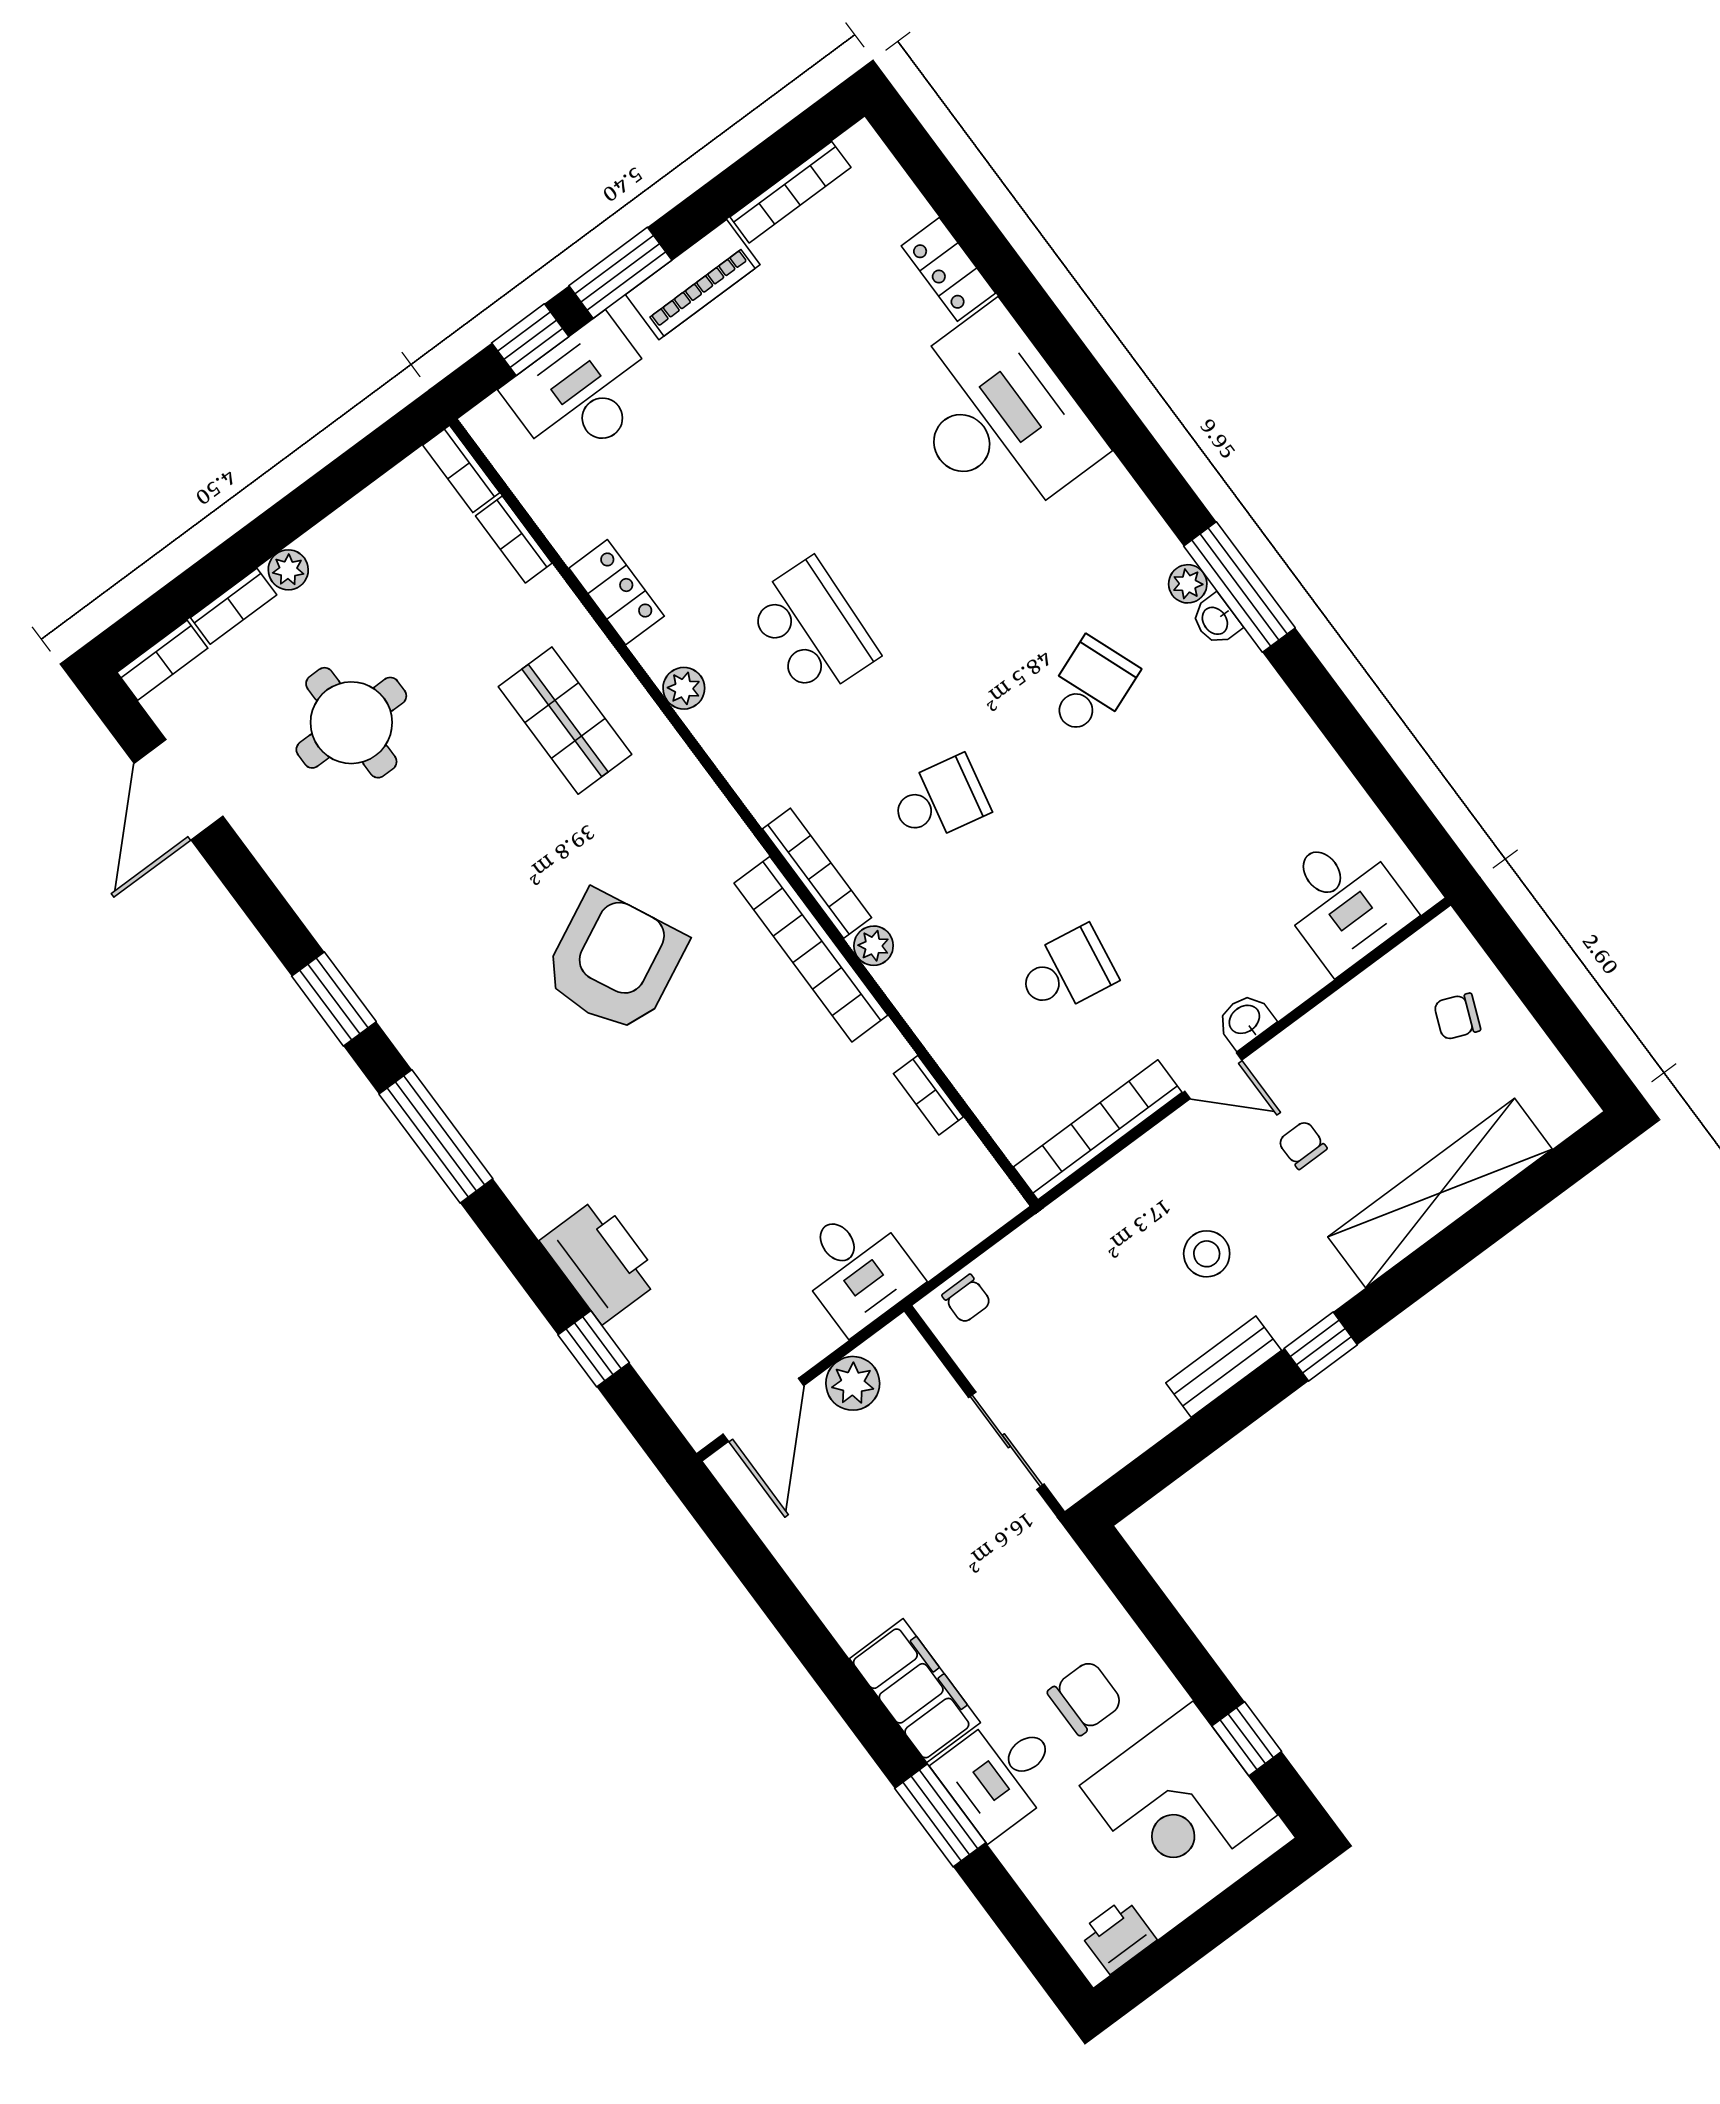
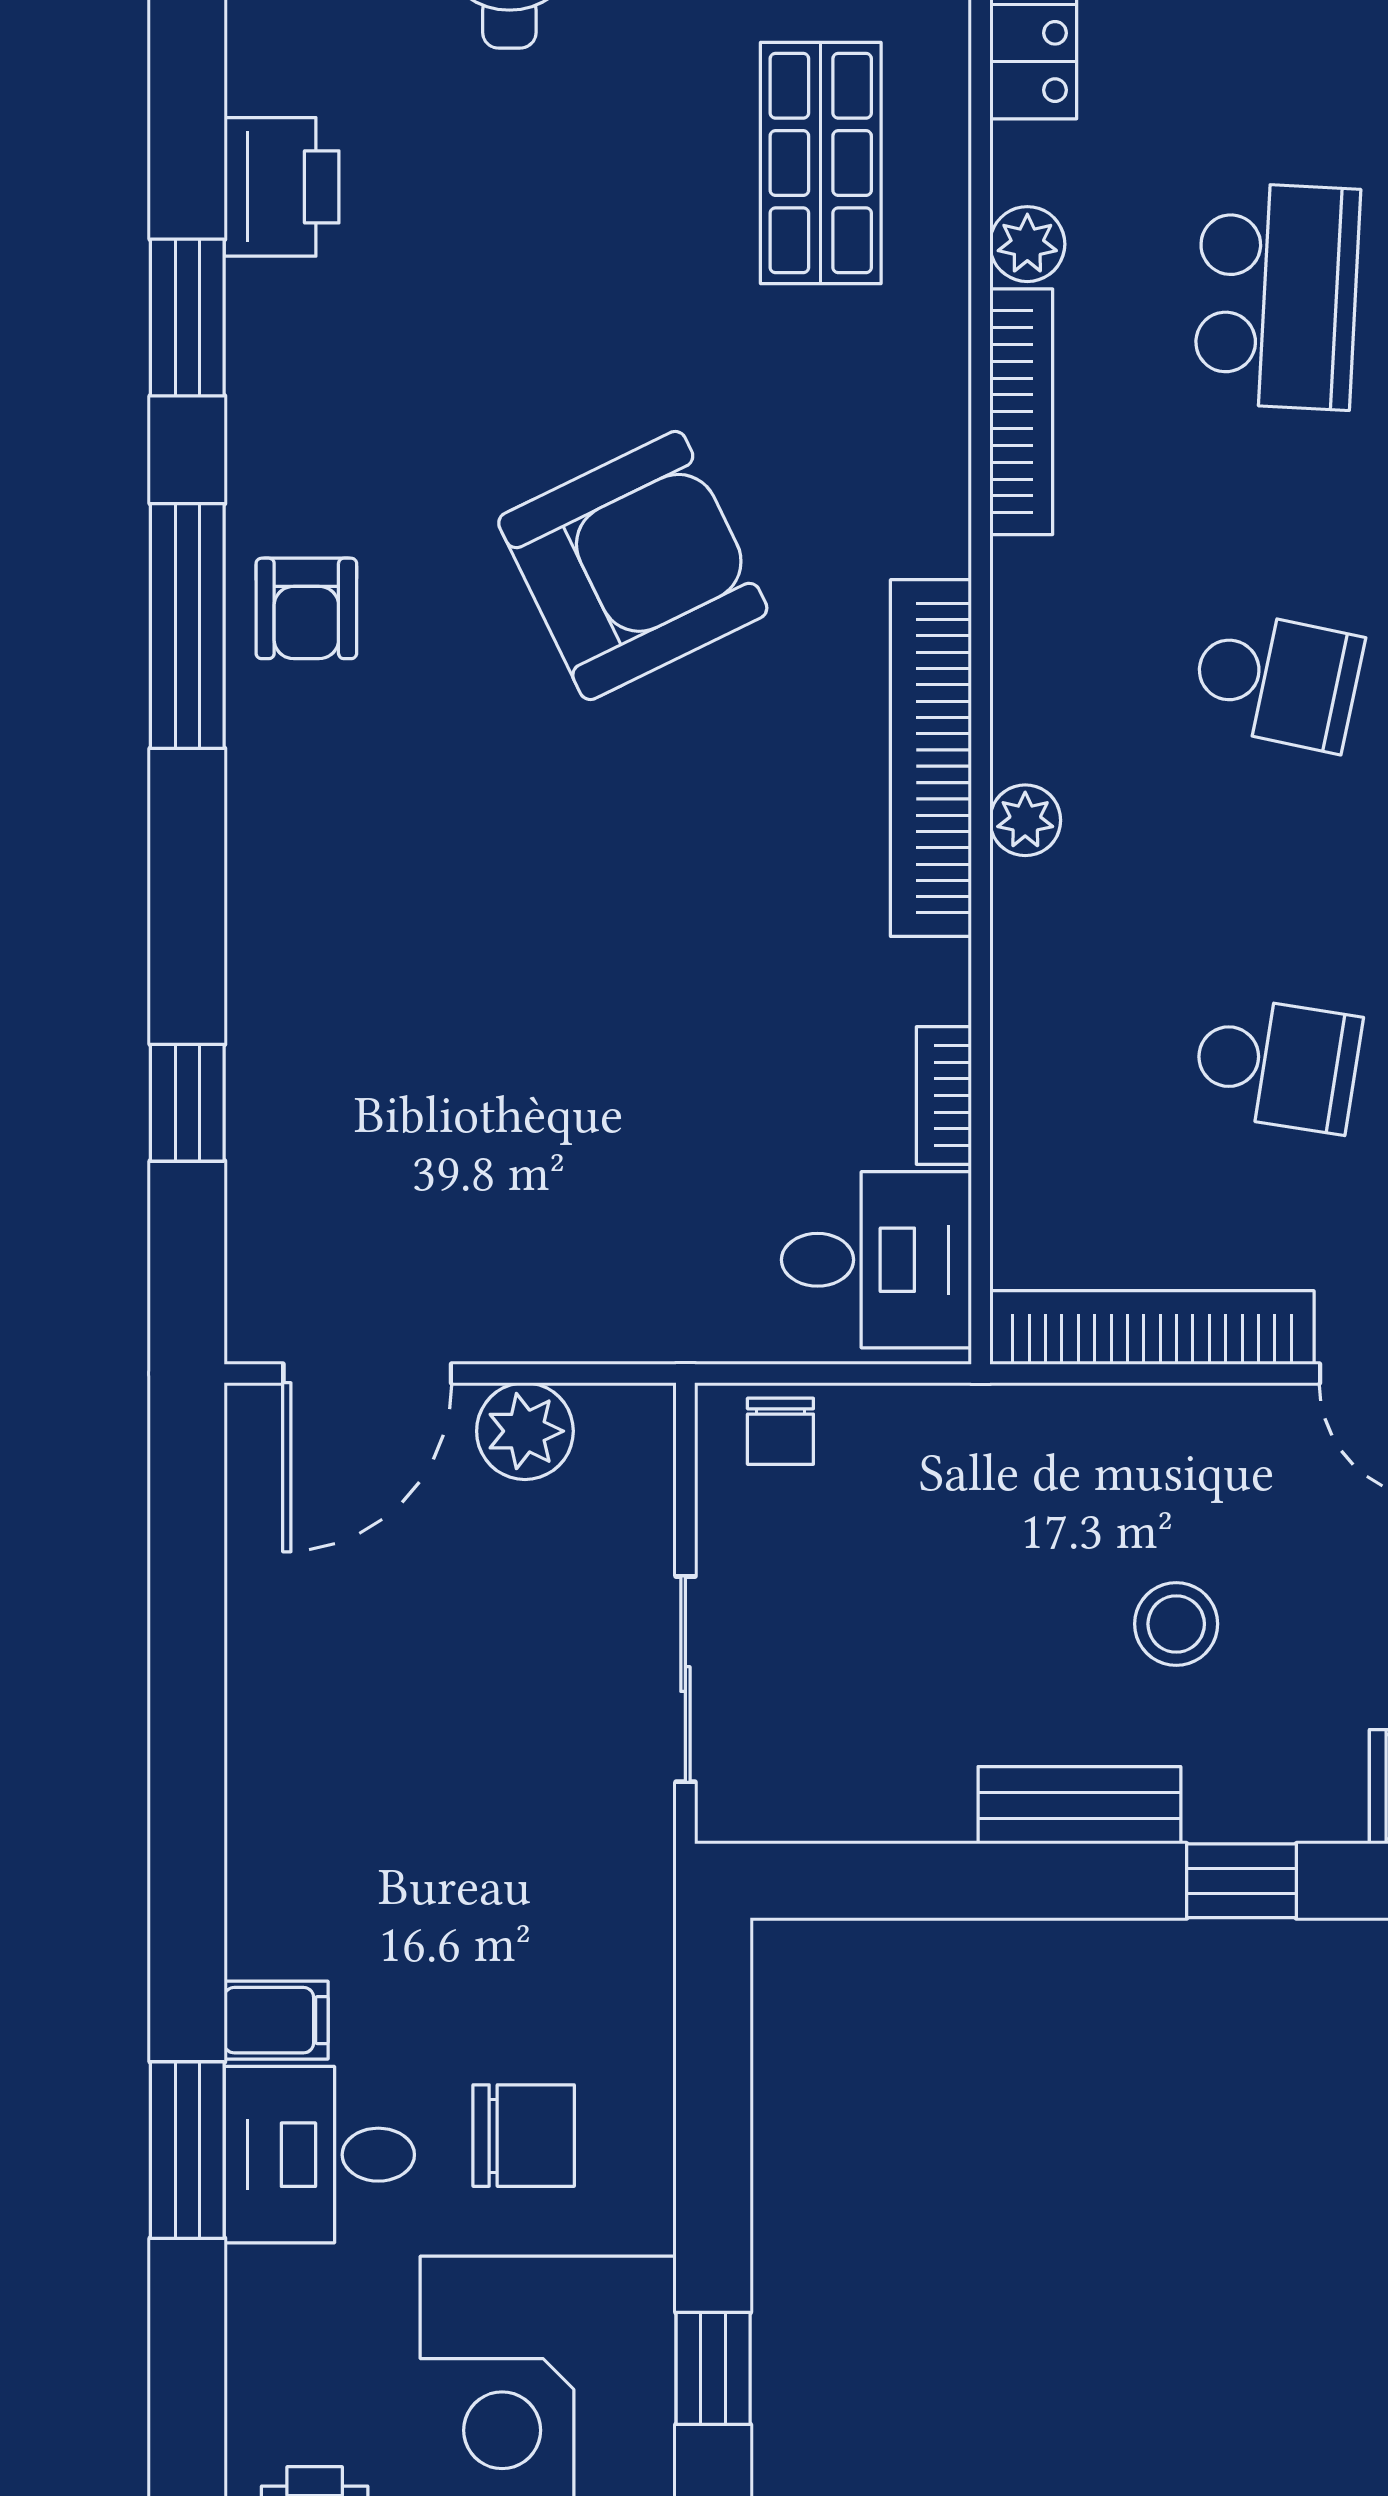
bookcase: (817, 873) -> (1021, 412), moved
armchair: (483, 1089) -> (306, 608), added
printer: (601, 1260) -> (282, 187), moved, width x0.73, depth x0.84
desk: (857, 1269) -> (876, 1260), moved, turned -90
filing cabinet: (915, 1691) -> (276, 2020), width x0.33, depth x0.86

